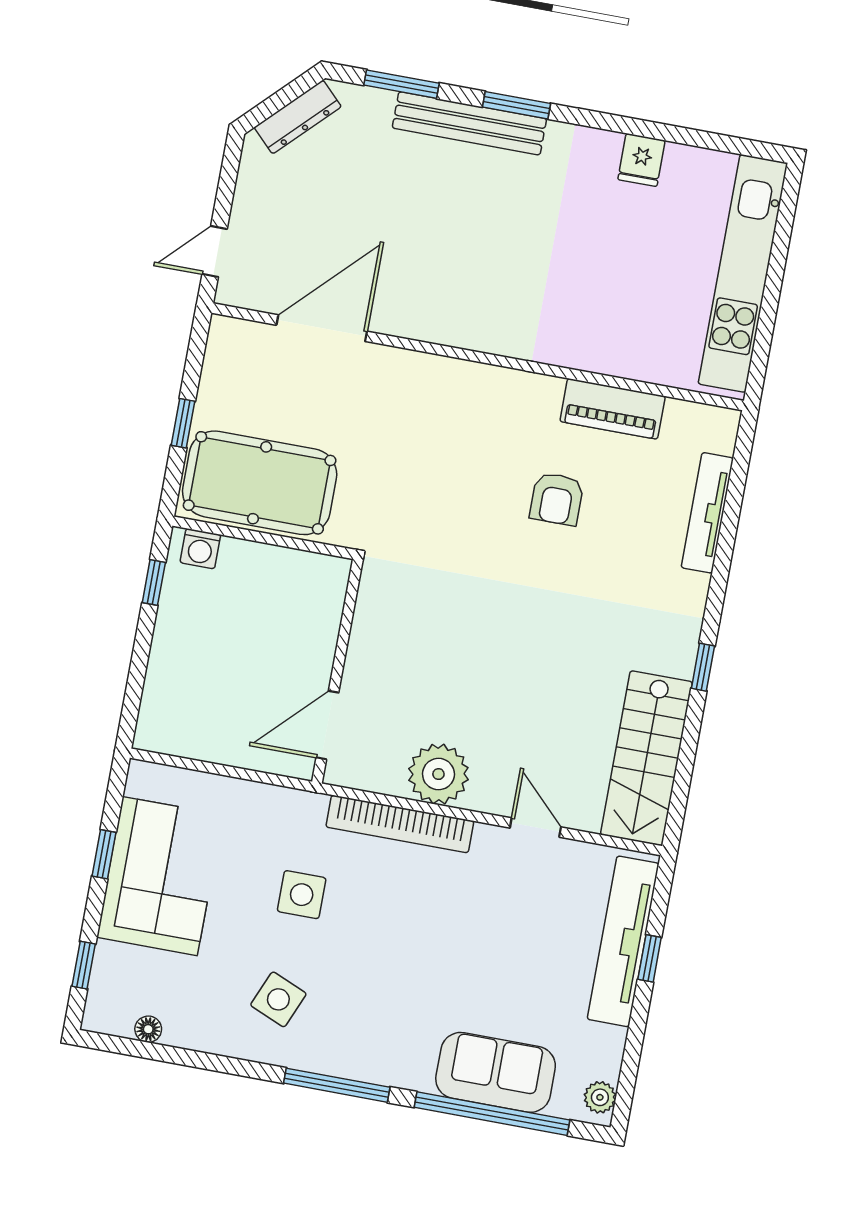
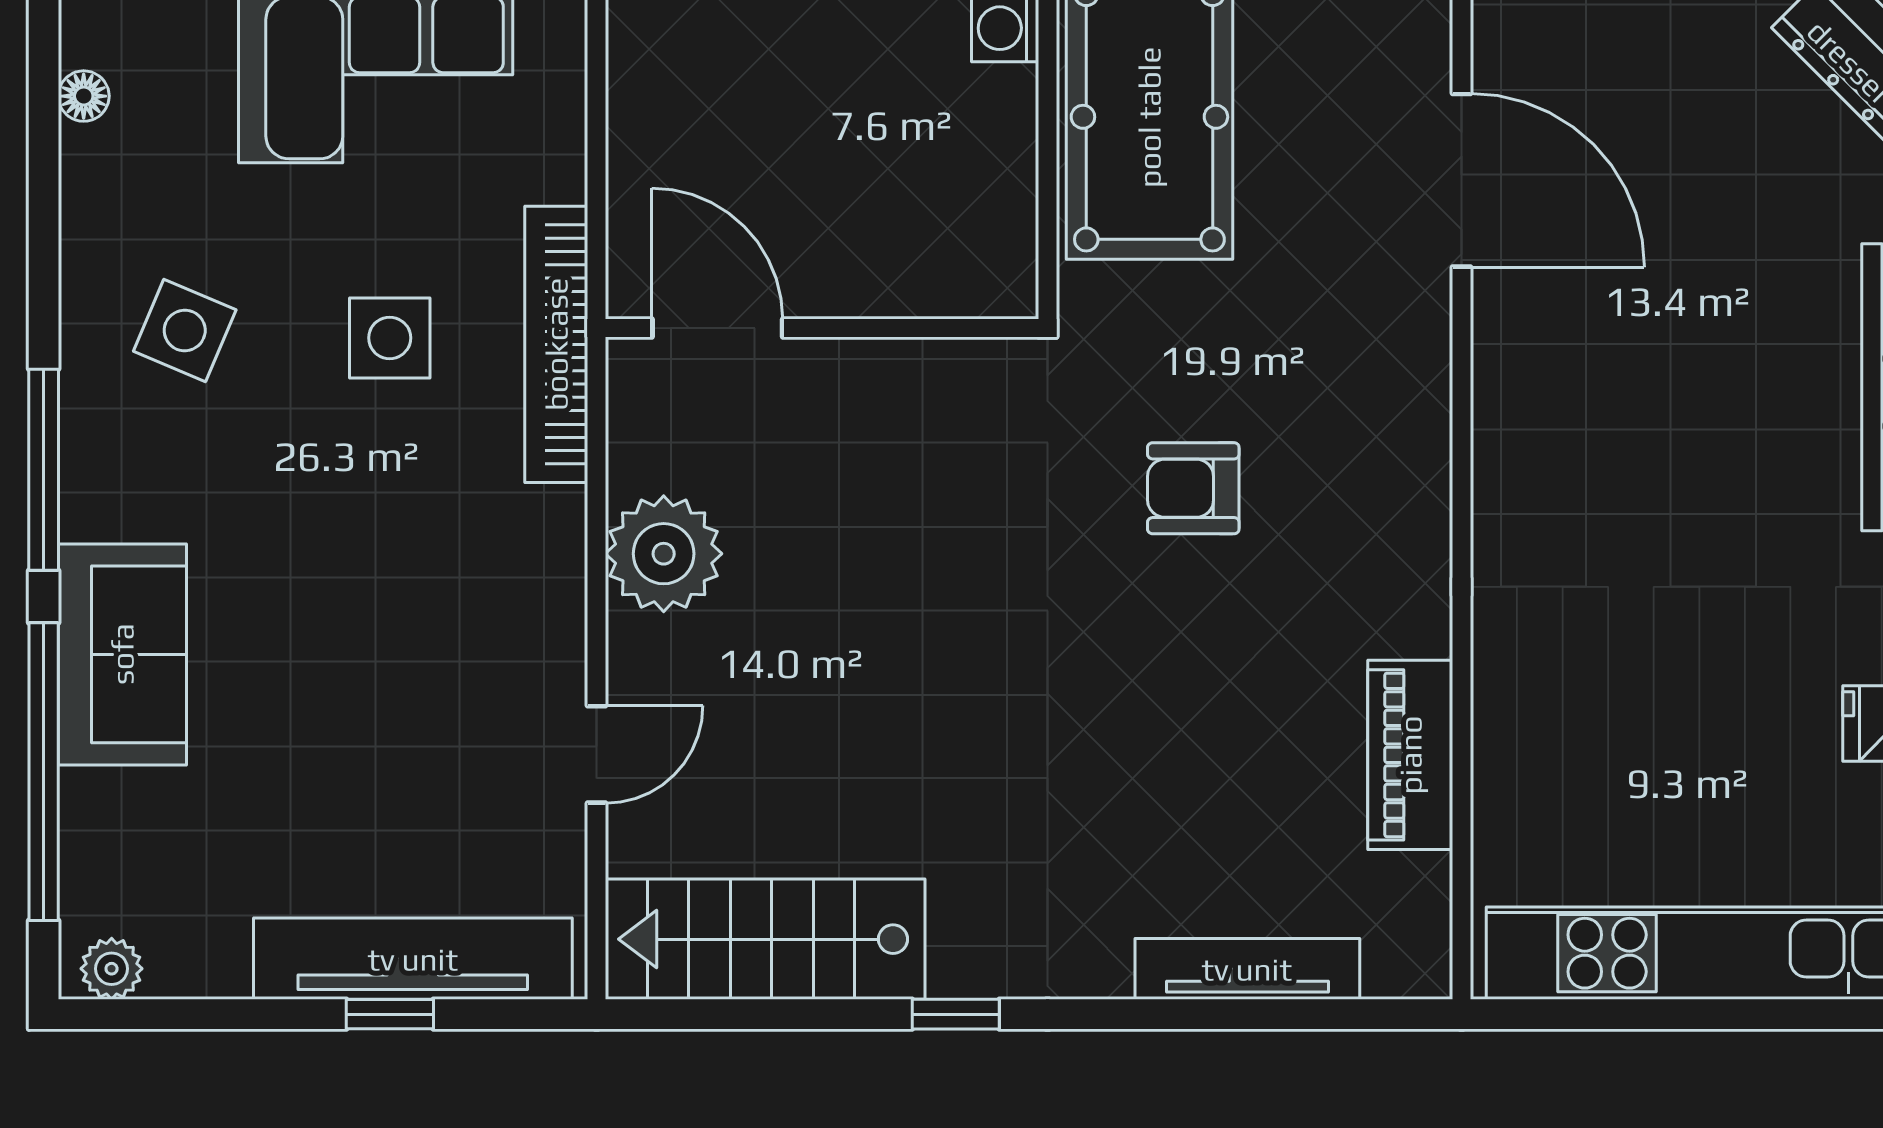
armchair: (557, 499) -> (1193, 488), moved
bookcase: (400, 824) -> (556, 344), moved
sofa: (496, 1072) -> (122, 654), moved

